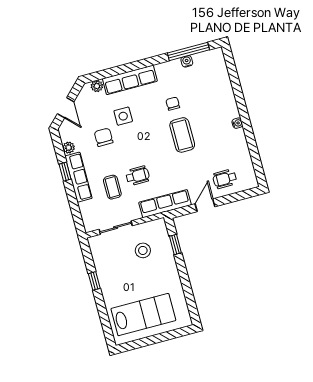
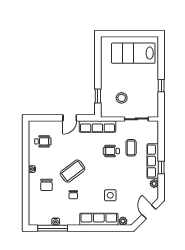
coffee table: (182, 135) -> (73, 171), turned 53
chair: (104, 137) -> (46, 185), moved
wheelchair: (225, 179) -> (43, 141), moved

